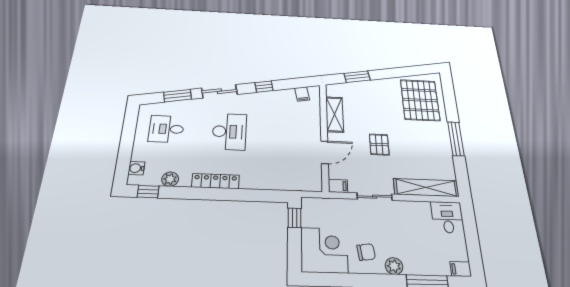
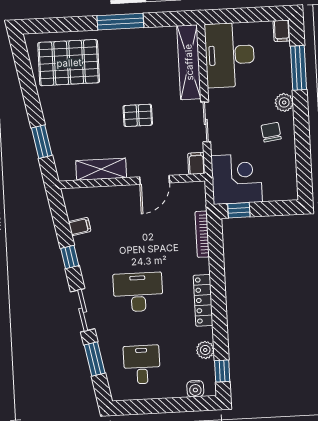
filing cabinet: (302, 94) -> (80, 226), moved
desk: (166, 129) -> (142, 365), turned 180
door: (325, 152) -> (155, 180), swing flipped
bookcase: (275, 185) -> (202, 234), added
desk: (447, 217) -> (230, 55), width x1.87, depth x1.30
corner desk: (324, 250) -> (237, 179), moved, turned 90

